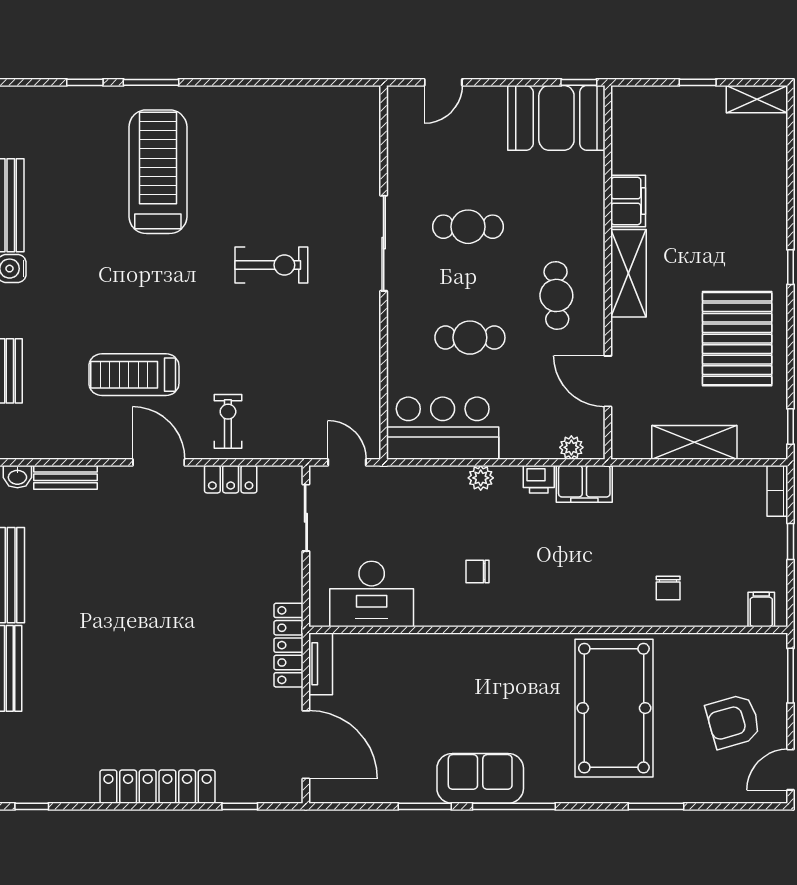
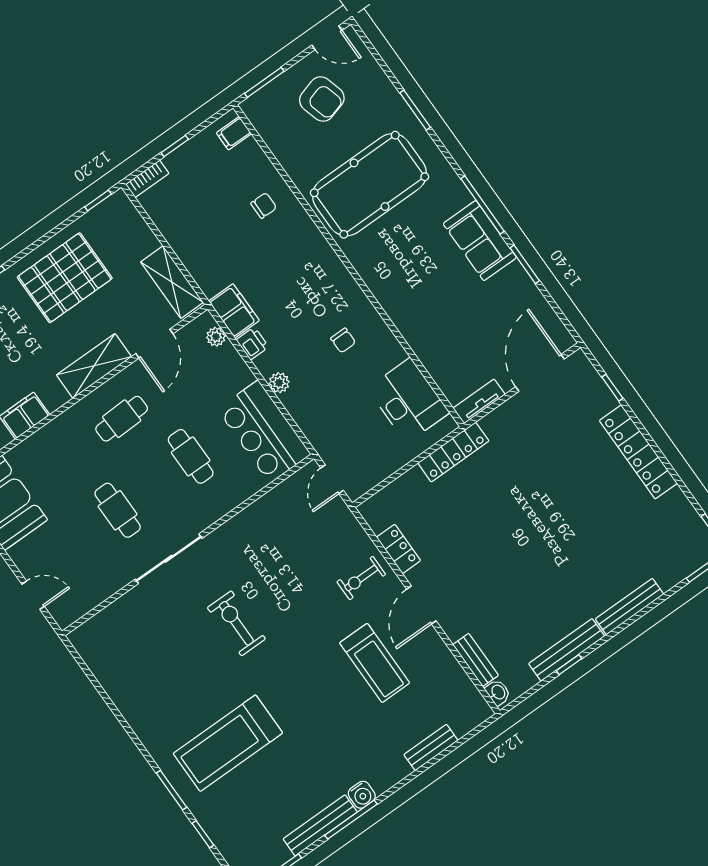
shelving: (629, 273) -> (94, 366), moved
shelving: (694, 442) -> (172, 282), moved
sliding door: (306, 518) -> (389, 480), removed
locker: (288, 645) -> (453, 452), moved

